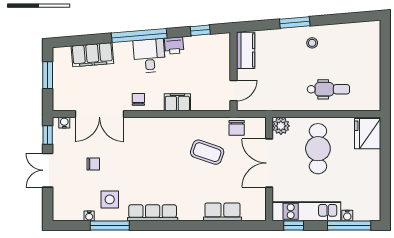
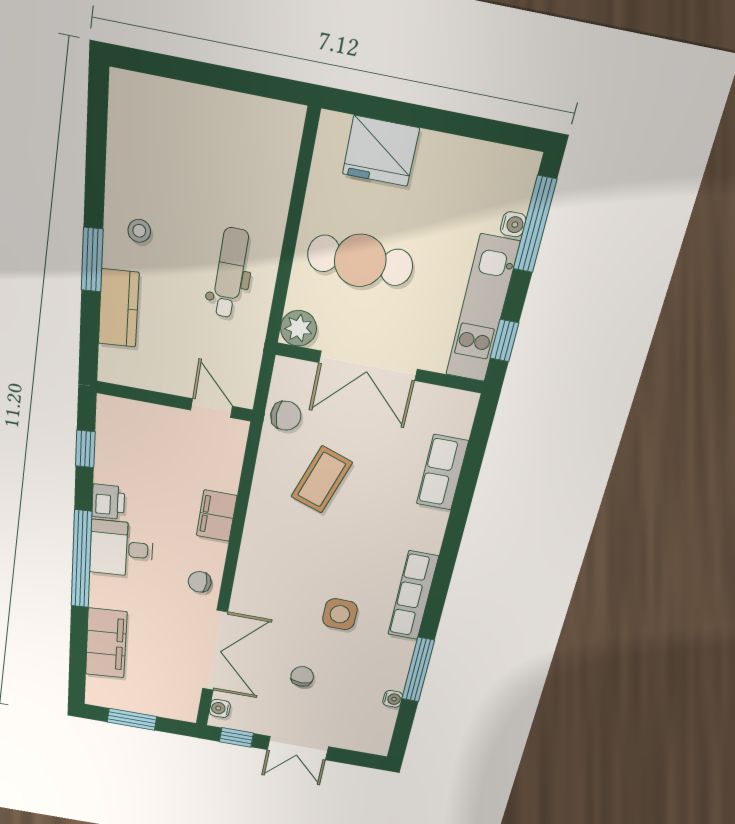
kitchen counter: (246, 50) -> (119, 308), moved, turned 85
dental chair: (328, 89) -> (230, 273), moved
fridge: (368, 134) -> (381, 151), moved
side table: (110, 199) -> (340, 614), moved

